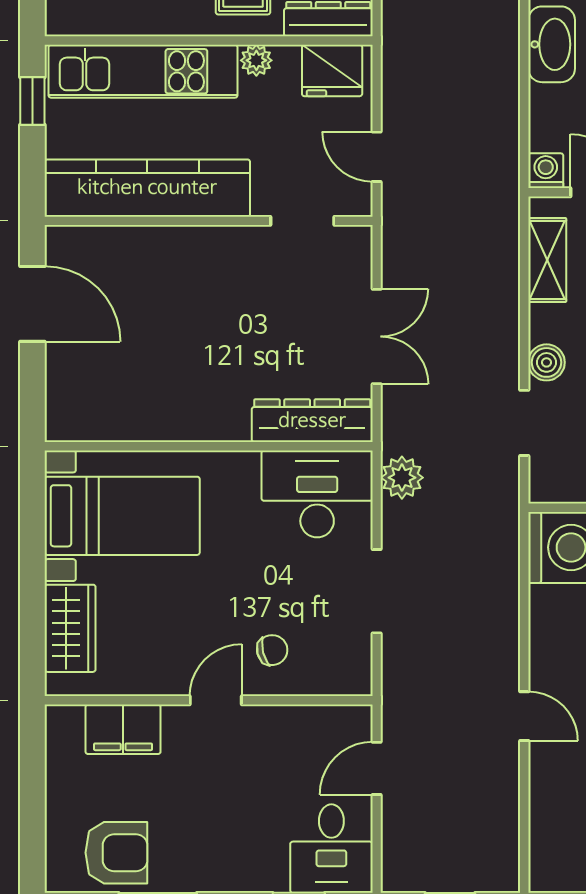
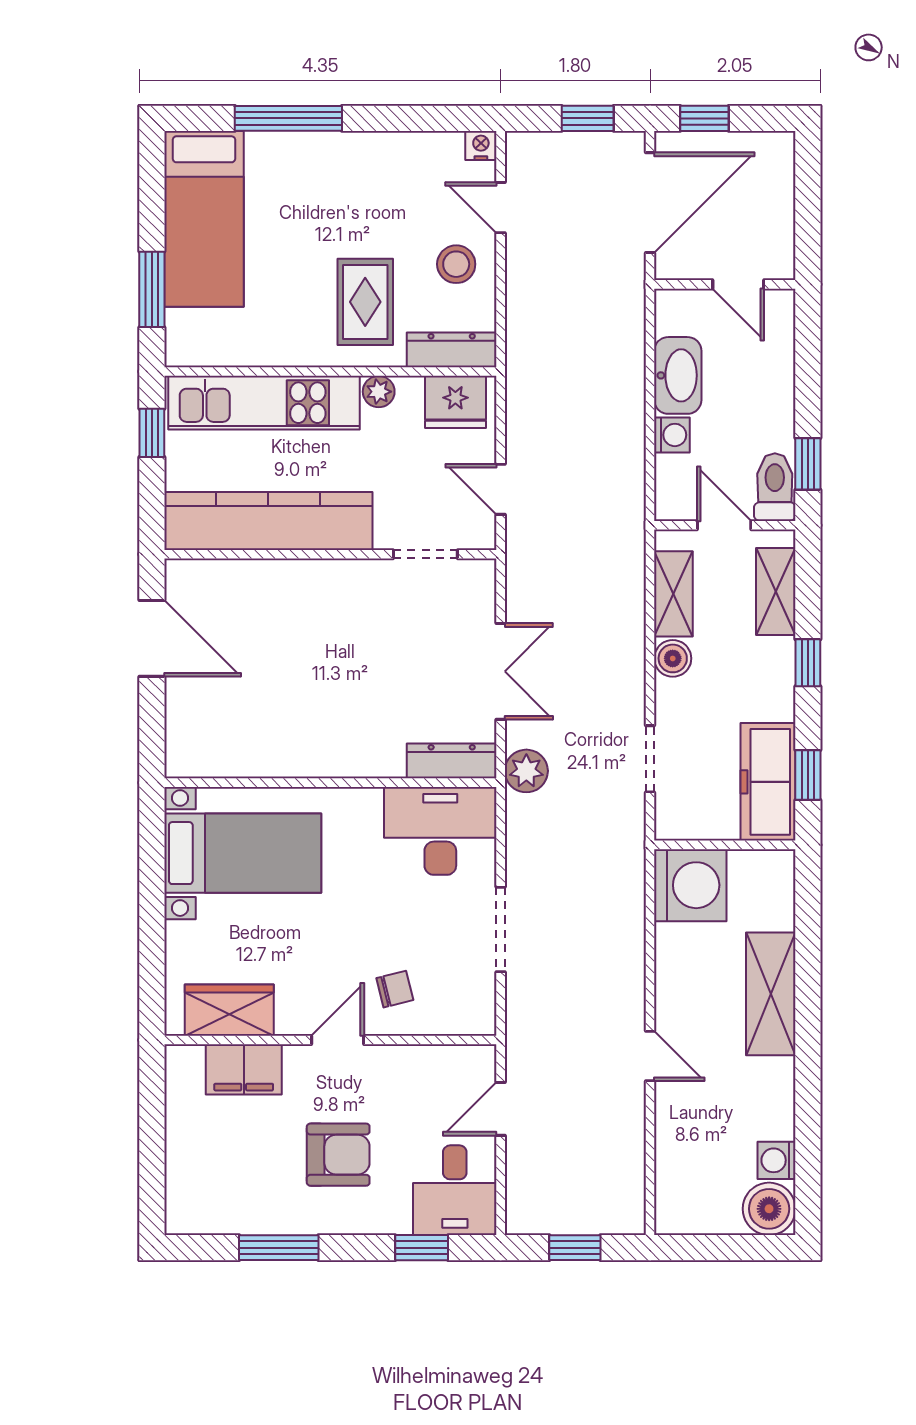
washing machine: (546, 171) -> (672, 435), moved, turned 90
boiler: (546, 362) -> (673, 658), moved
dresser: (312, 421) -> (452, 761), width x0.73, depth x0.80
plant: (402, 478) -> (526, 771), moved
wardrobe: (70, 628) -> (229, 1010), moved, turned -90
armchair: (116, 853) -> (338, 1155), moved

